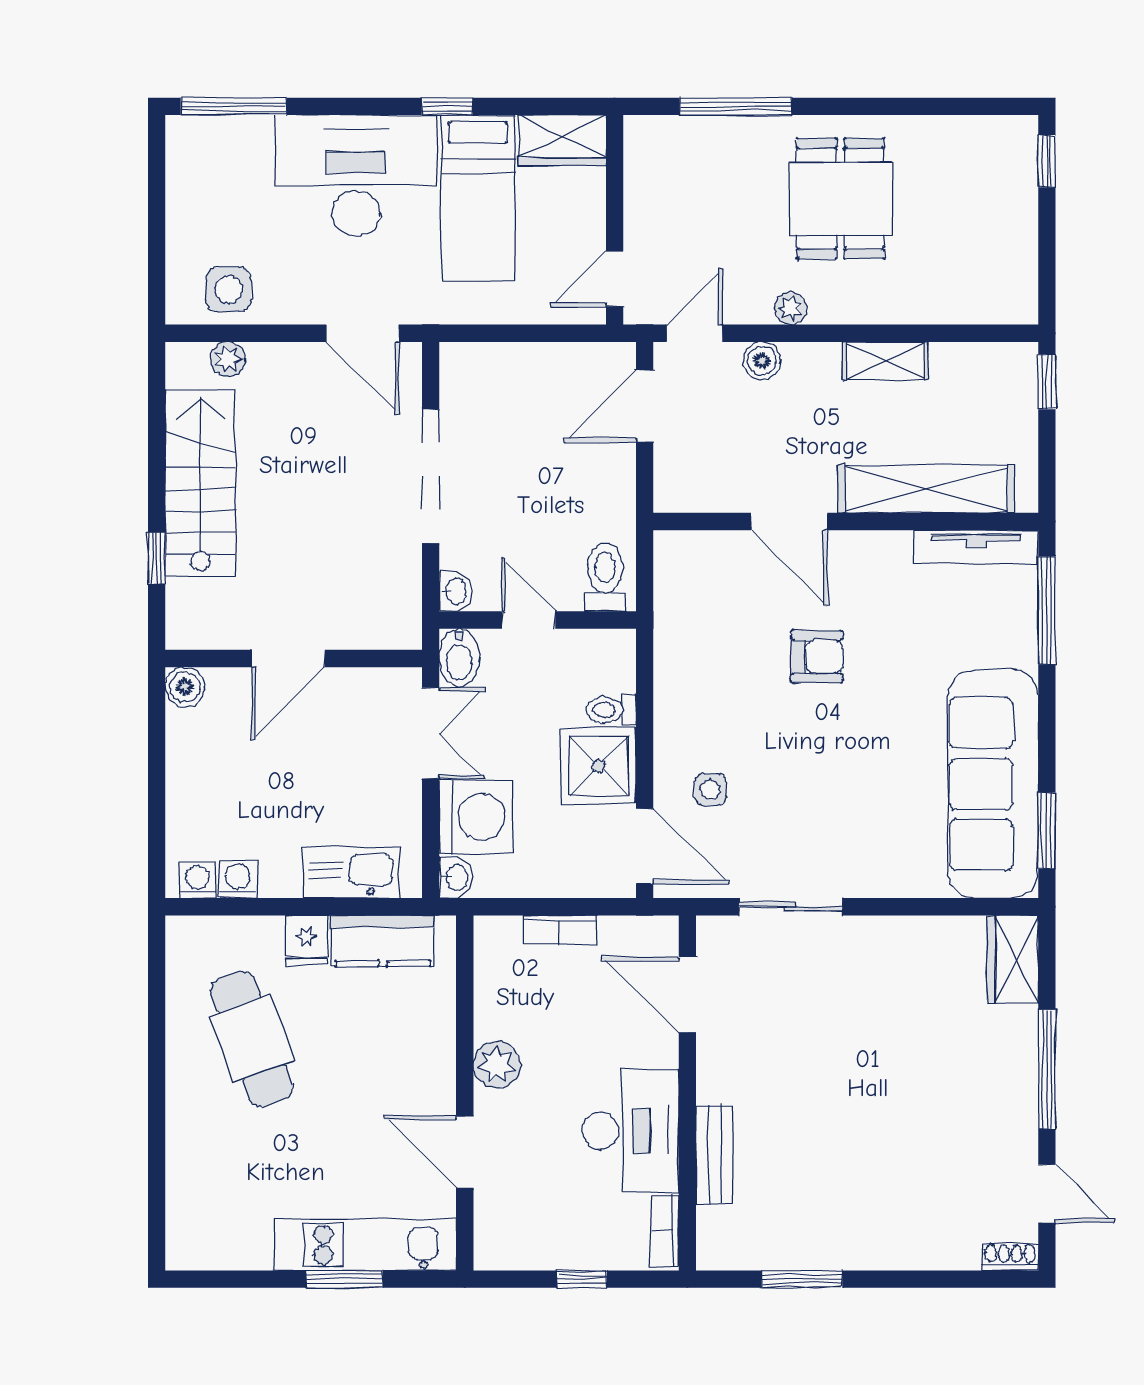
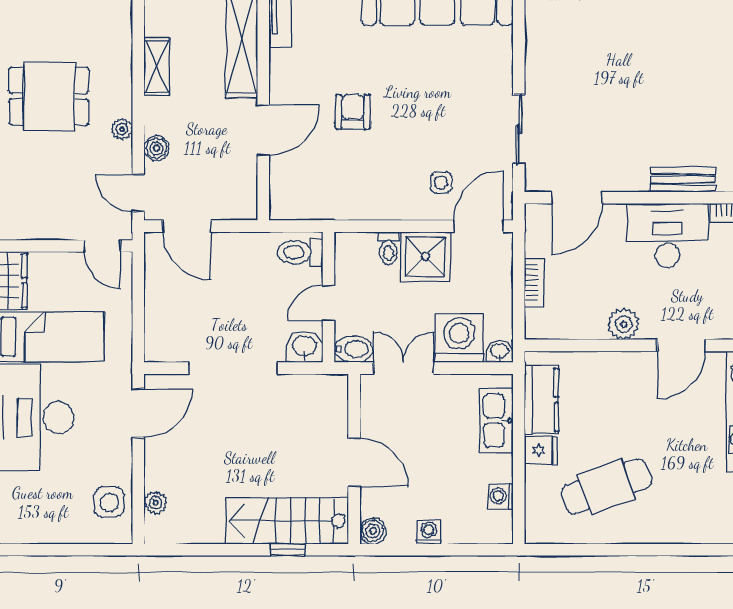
stairs: (200, 483) -> (287, 521), moved
washbasin: (455, 591) -> (304, 347), width x1.38, depth x1.45
washing machine: (197, 880) -> (429, 532), moved, turned 90

